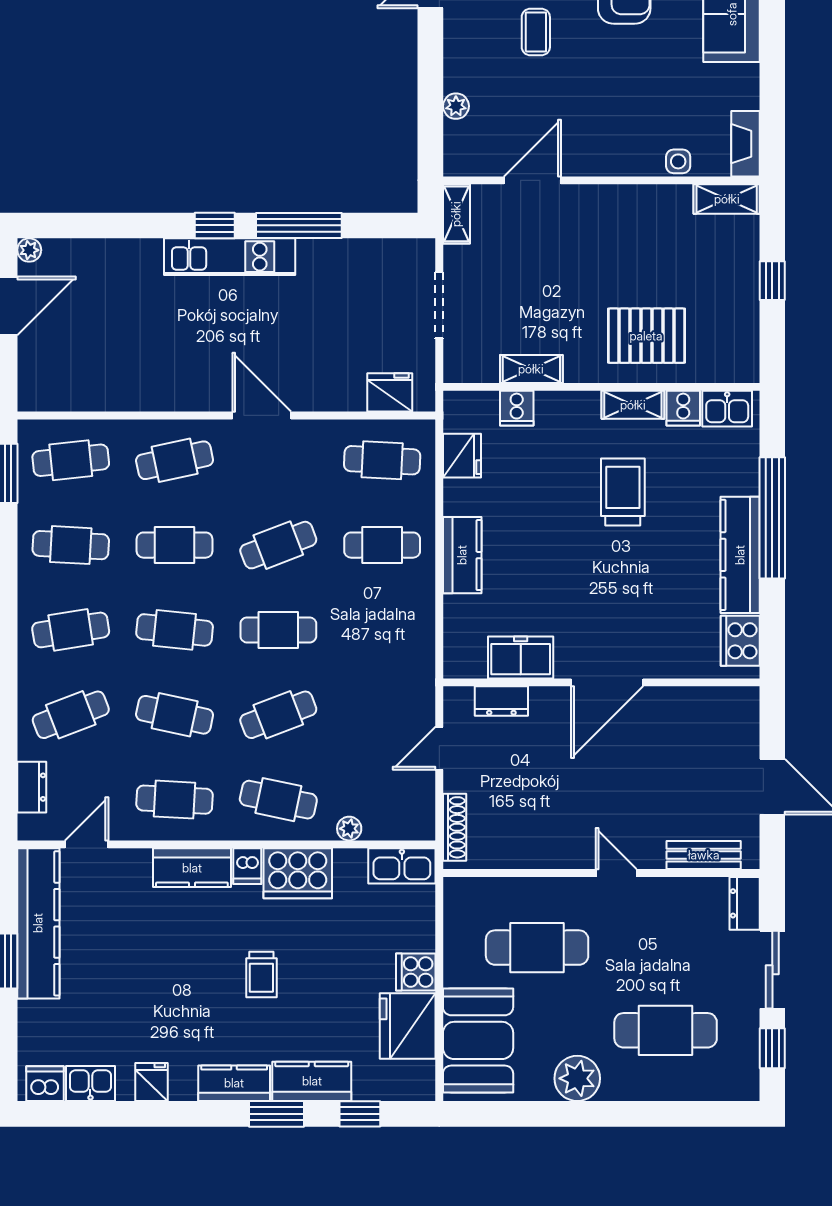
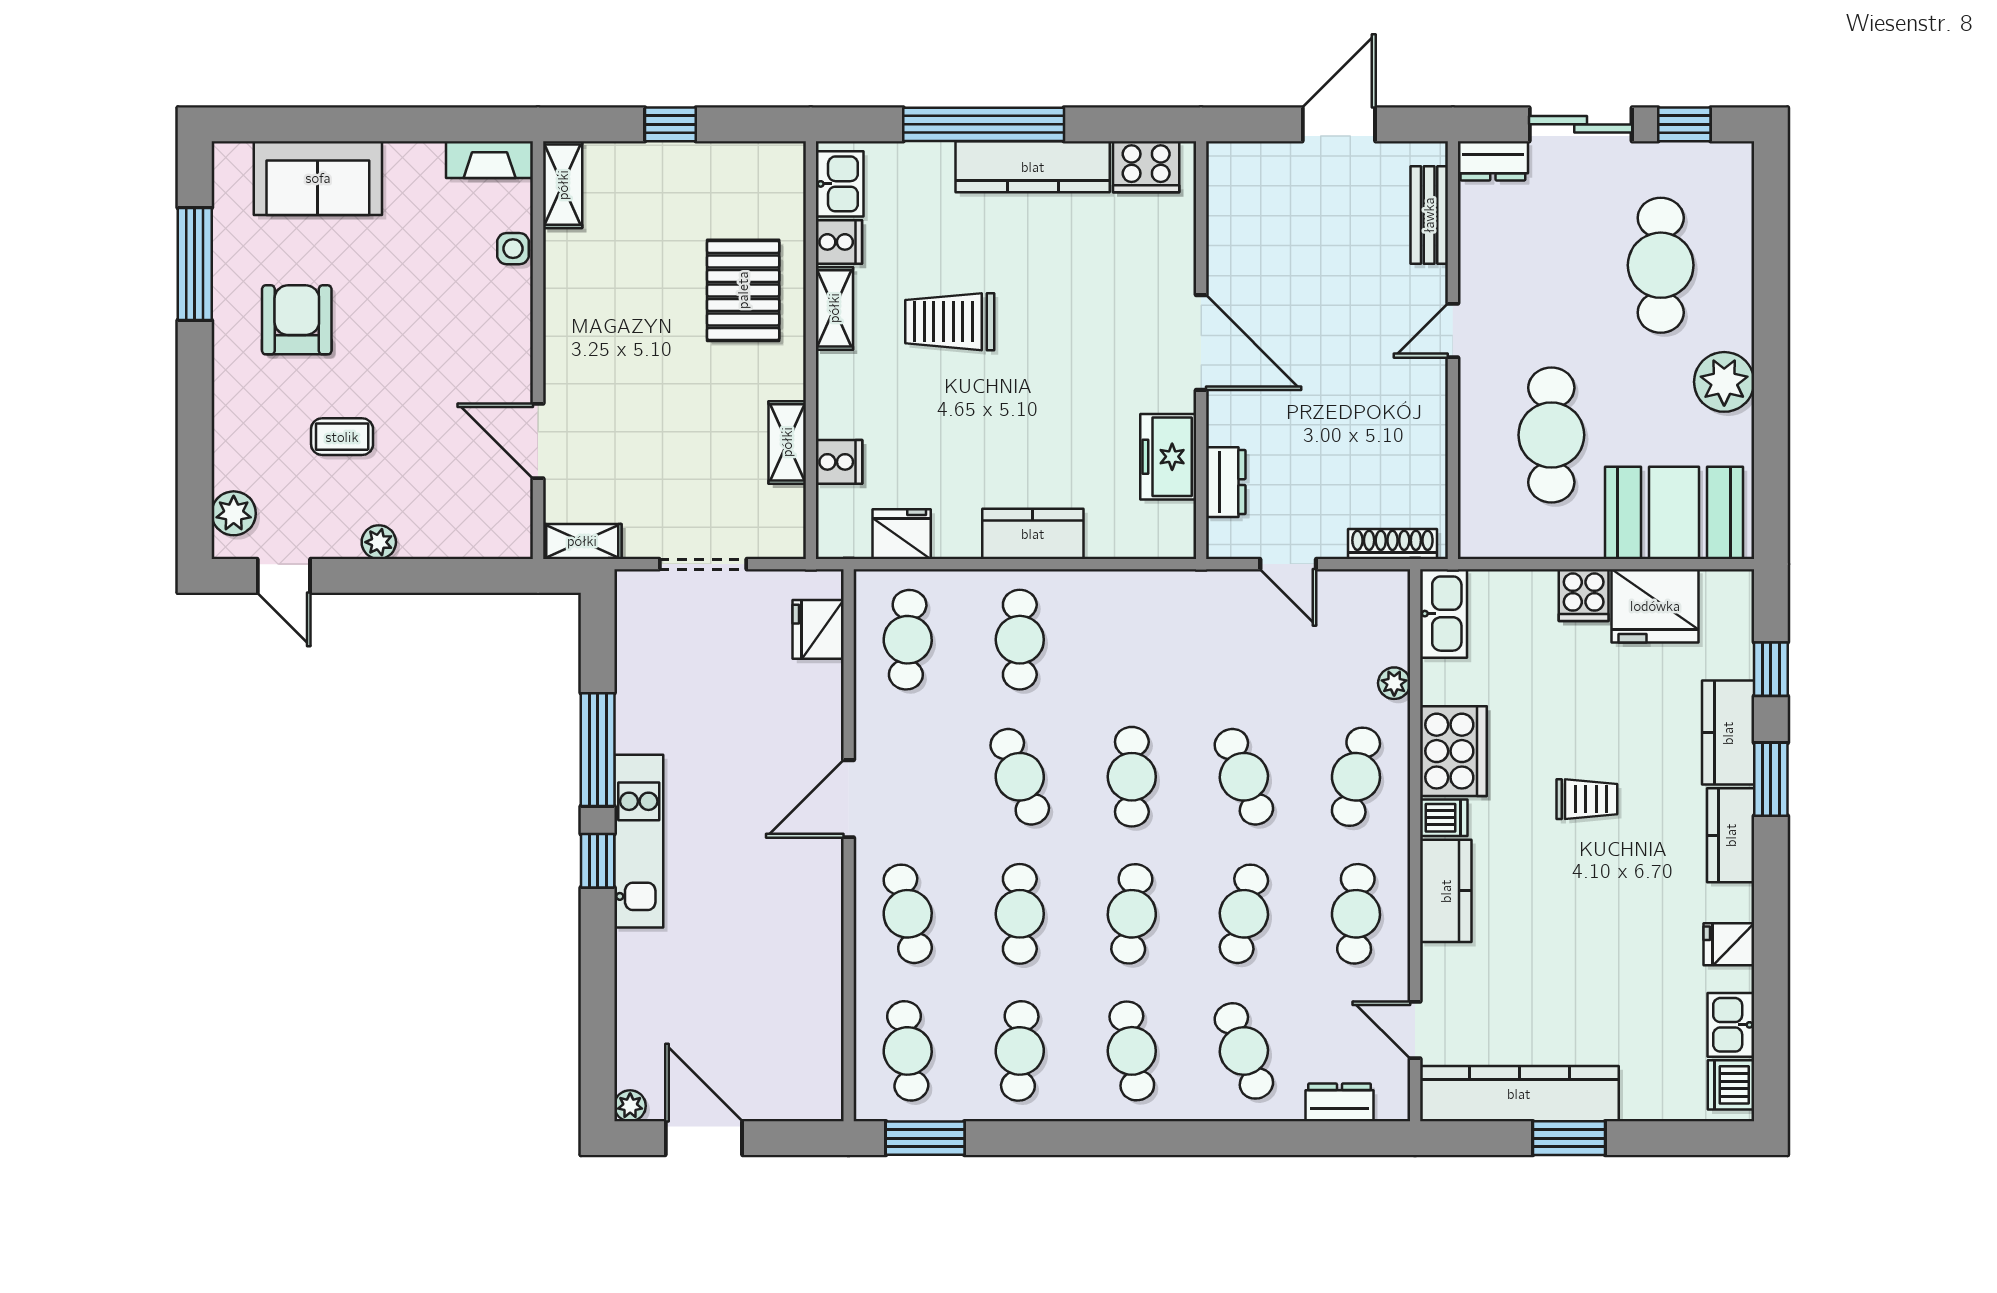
plant: (456, 106) -> (379, 542), moved

